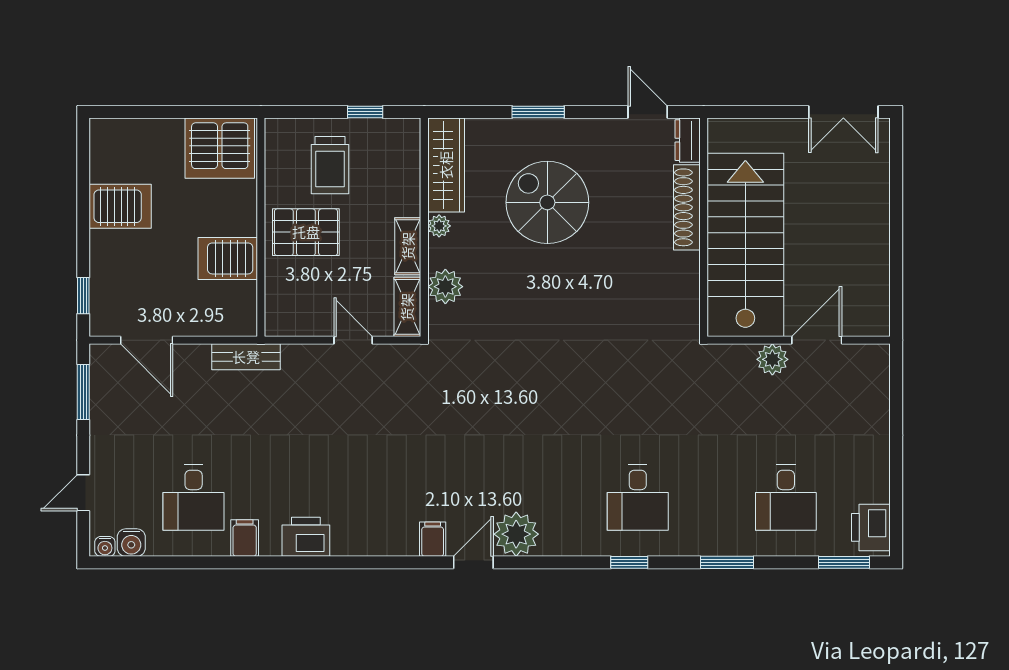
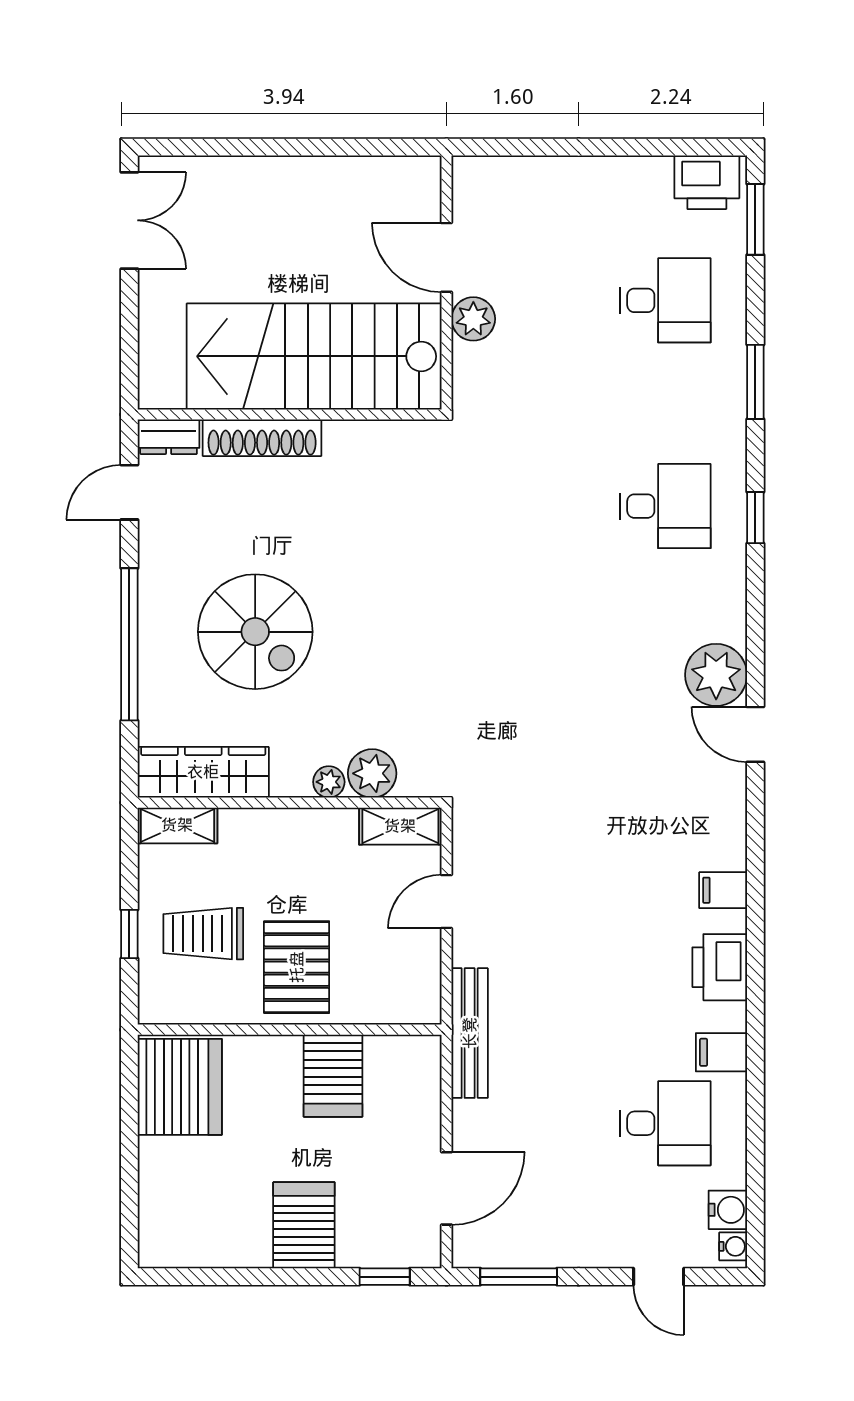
window: (365, 112) -> (129, 934), moved
window: (538, 112) -> (129, 644), width x2.11
trolley: (330, 165) -> (203, 934), turned 180
spiral stairs: (547, 202) -> (255, 632), turned -90
server rack: (120, 206) -> (304, 1225), moved
plant: (439, 226) -> (329, 782), moved
shelving: (408, 246) -> (177, 825), moved
bench: (246, 357) -> (470, 1033), width x1.36
filing cabinet: (433, 539) -> (723, 890), moved

